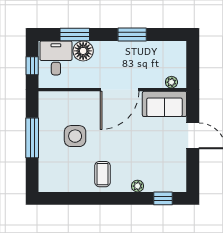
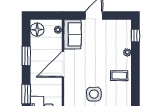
floor lamp: (83, 51) -> (37, 30), moved
door: (120, 90) -> (63, 64), swing flipped

